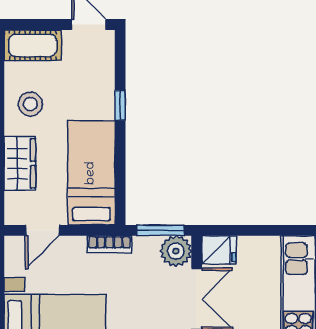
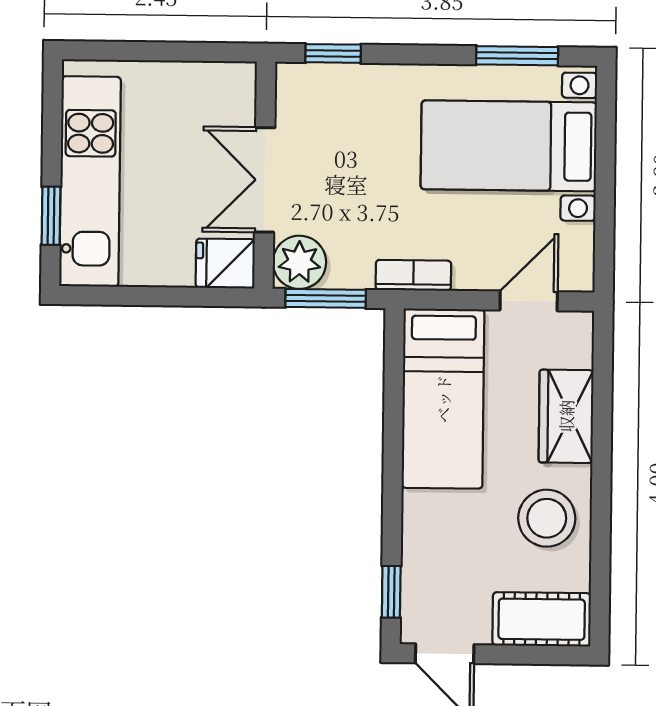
stool: (30, 104) -> (547, 518), width x1.38, depth x1.38
window: (120, 105) -> (391, 592), moved

